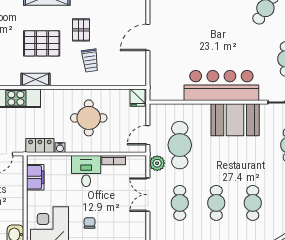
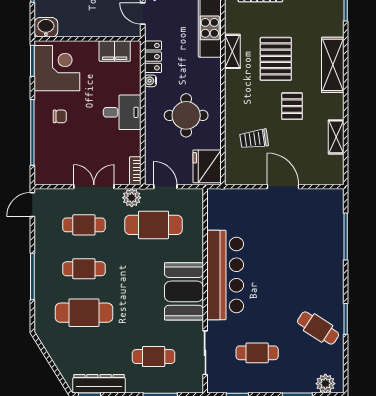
pallet: (81, 30) -> (292, 106), turned 90
trolley: (90, 61) -> (254, 139), moved
fridge: (138, 98) -> (207, 166), width x1.88, depth x1.34
bookcase: (114, 160) -> (135, 171), moved
cafe table: (253, 203) -> (84, 313), width x1.37, depth x1.35

